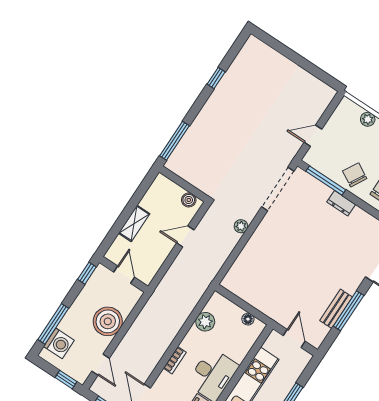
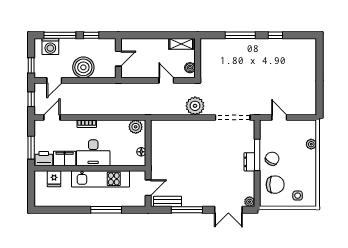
window: (175, 141) -> (240, 35), moved
window: (326, 180) -> (257, 155), moved
shelving: (134, 223) -> (181, 44), moved
plant: (241, 226) -> (195, 106), width x1.88, depth x1.88
window: (87, 273) -> (91, 35), moved
bench: (336, 309) -> (168, 201), moved
plant: (205, 322) -> (136, 127), moved

